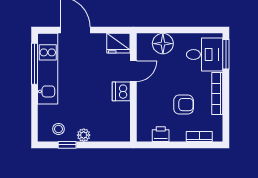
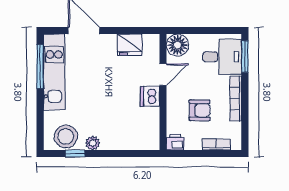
door: (133, 71) -> (163, 74), moved
wall: (133, 87) -> (163, 92), moved
dishwasher: (121, 91) -> (150, 96), moved
stool: (58, 129) -> (66, 136), width x1.89, depth x1.89

